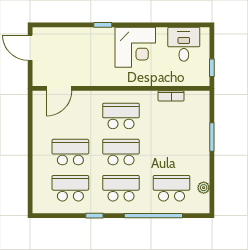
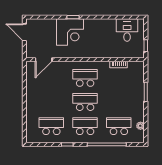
corner desk: (135, 47) -> (70, 32), moved
school desk: (70, 152) -> (51, 102), removed

